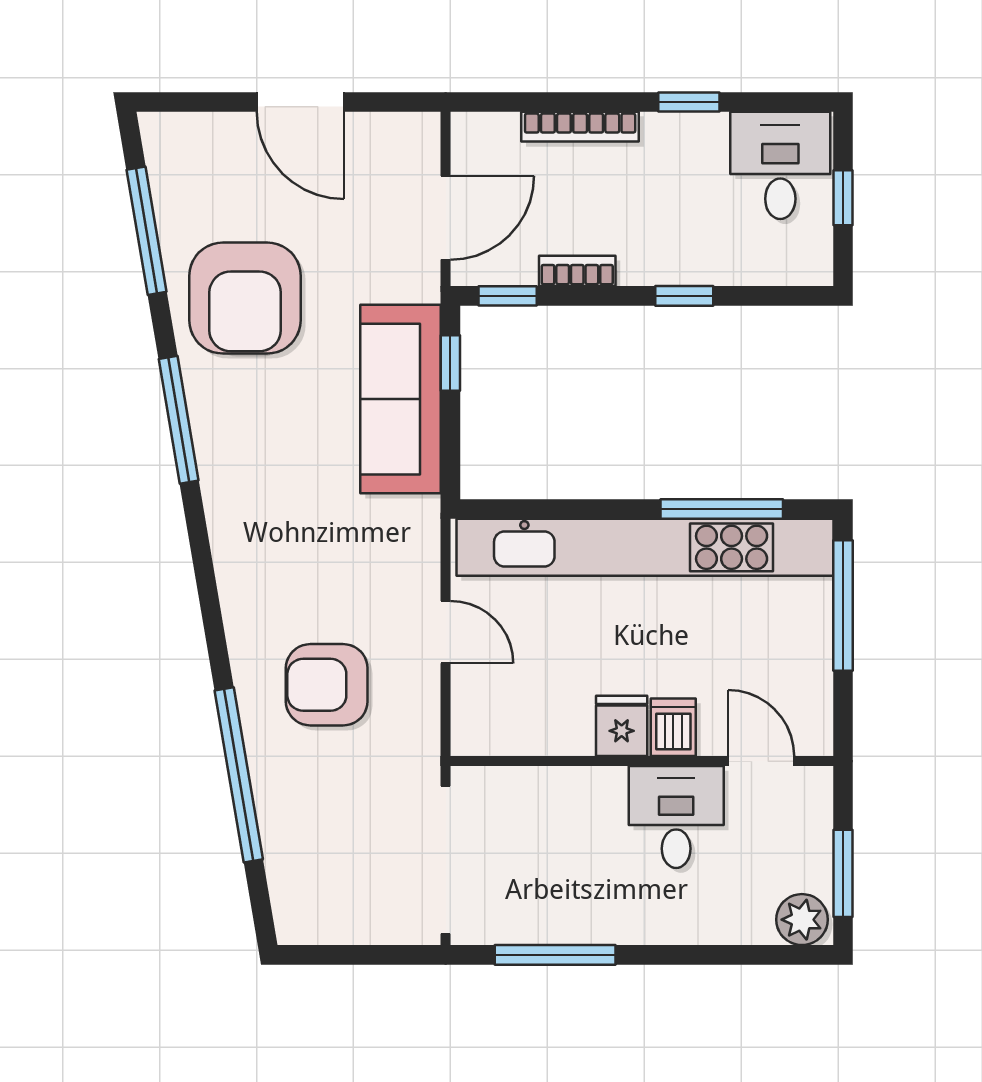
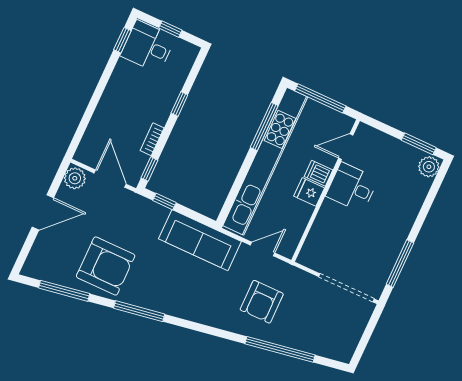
window: (689, 102) -> (122, 40), moved
bookcase: (580, 127) -> (100, 114), removed
plant: (410, 138) -> (75, 178), added
sofa: (401, 399) -> (200, 240), moved
fridge: (622, 726) -> (309, 192), moved
dishwasher: (673, 727) -> (318, 173), moved
wall: (642, 761) -> (326, 191), moved
door: (761, 761) -> (346, 147), moved
desk: (676, 817) -> (352, 187), moved

